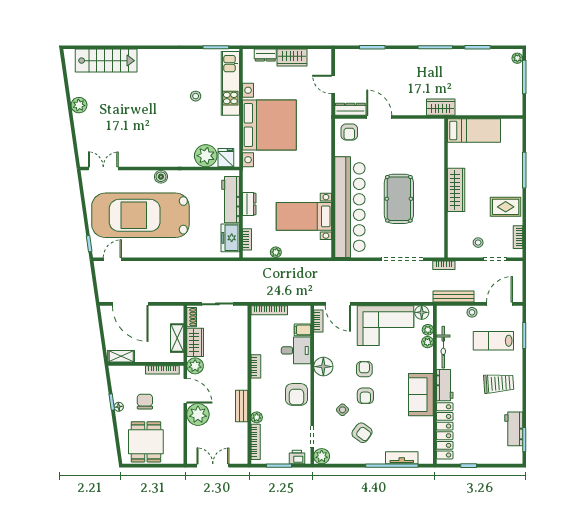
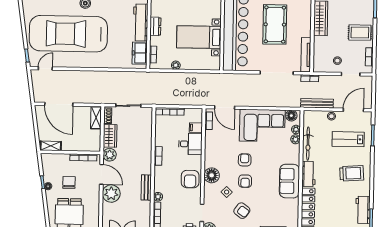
tv unit: (439, 236) -> (306, 55), added
shelving: (177, 338) -> (96, 118), moved
floor lamp: (323, 367) -> (212, 175), moved

